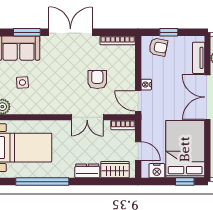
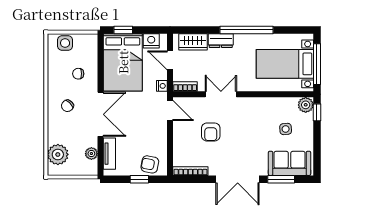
nightstand: (146, 85) -> (162, 86), moved
window: (42, 182) -> (247, 30), moved

